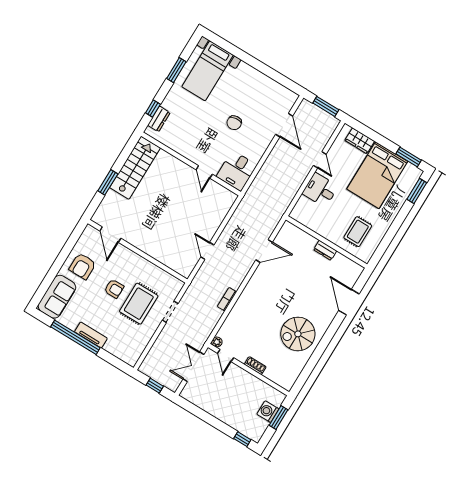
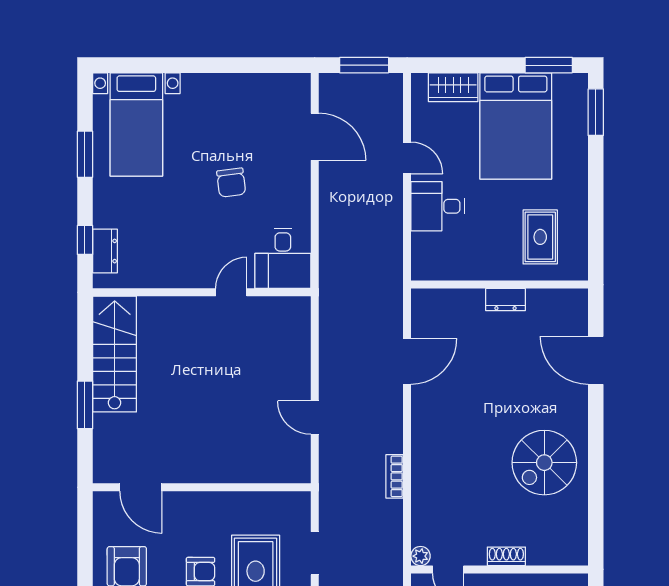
door: (204, 172) -> (231, 292), swing flipped

